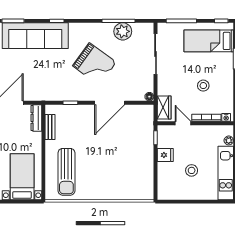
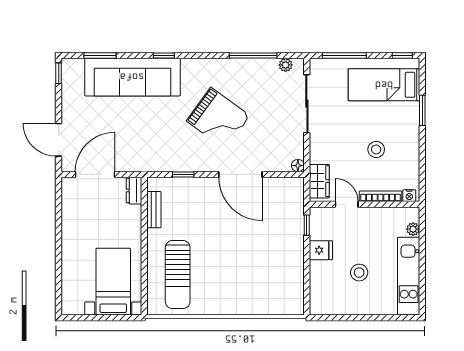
plant: (123, 31) -> (286, 65), moved, width x0.53, depth x0.53
door: (110, 103) -> (240, 174), hinge flipped
dresser: (36, 118) -> (134, 191), width x0.70

